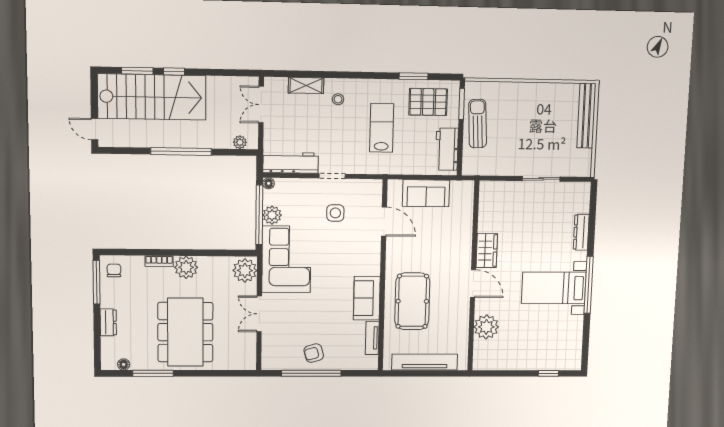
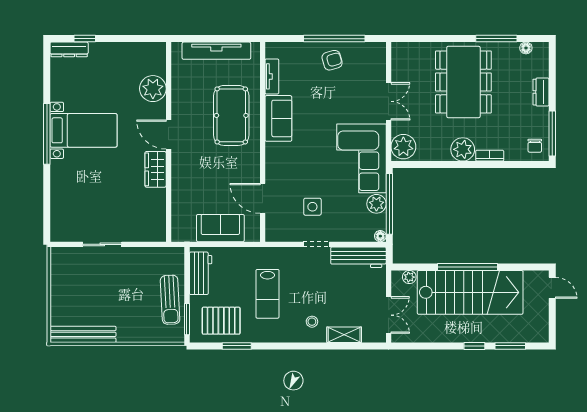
stairs: (152, 97) -> (470, 292), moved, turned 180
bench: (586, 116) -> (83, 334), moved, turned 90
dresser: (581, 232) -> (69, 49), moved, turned 90

